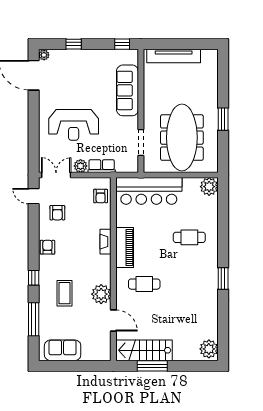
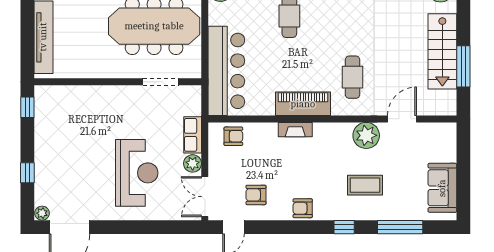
sofa: (127, 90) -> (90, 100), removed
armchair: (57, 213) -> (256, 195), turned 180
stairs: (144, 350) -> (442, 51), moved

